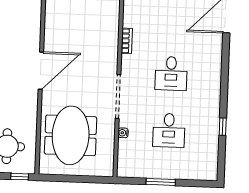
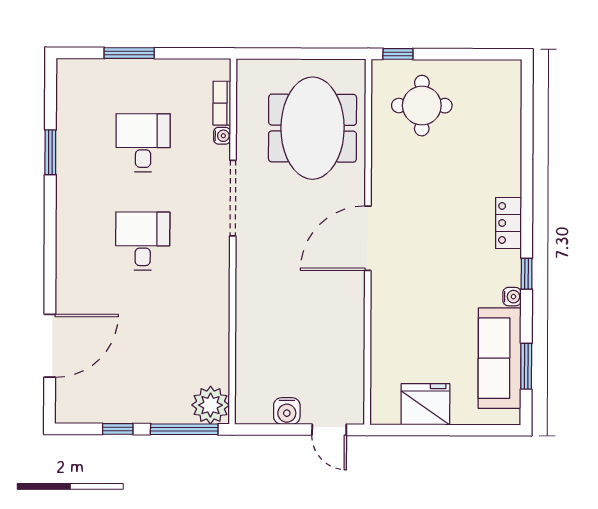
bookcase: (127, 41) -> (222, 103), moved
window: (223, 127) -> (50, 152), width x1.50
window: (161, 182) -> (129, 53), moved

